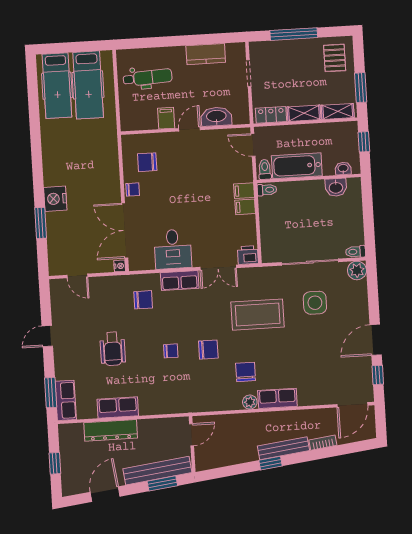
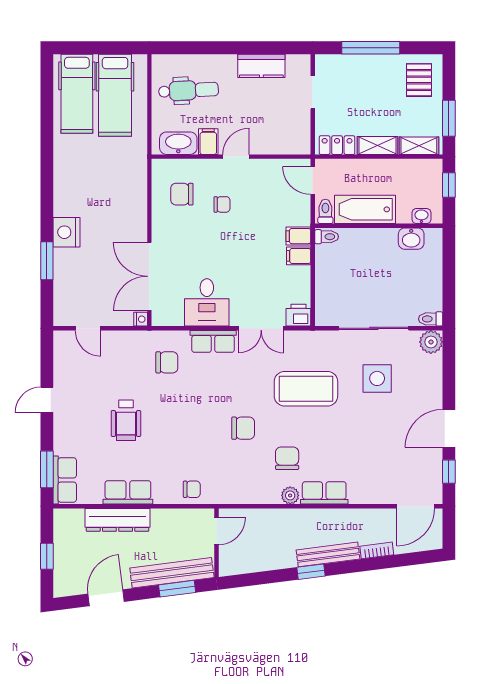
washbasin: (216, 117) -> (178, 143), moved
chair: (133, 190) -> (222, 204), moved
chair: (171, 351) -> (192, 489), moved

